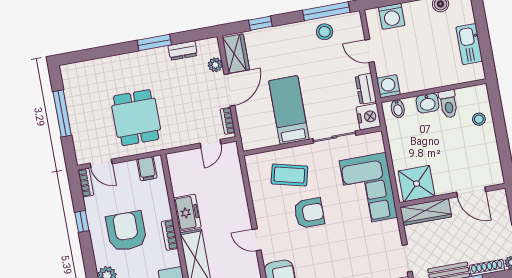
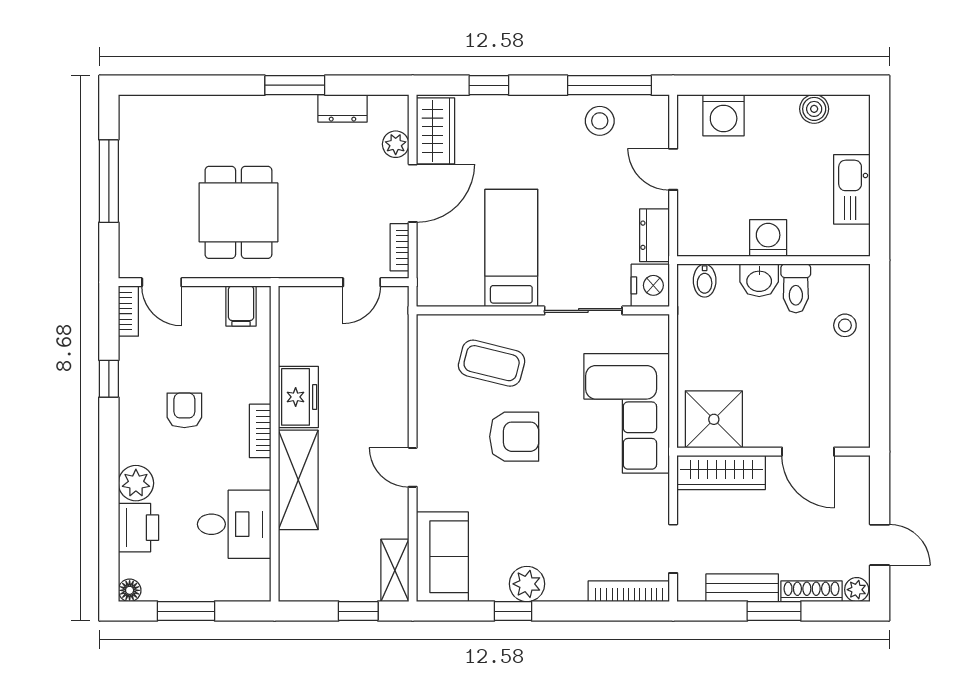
washing machine: (388, 86) -> (768, 238), moved
armchair: (126, 231) -> (184, 410), width x0.53, depth x0.53

